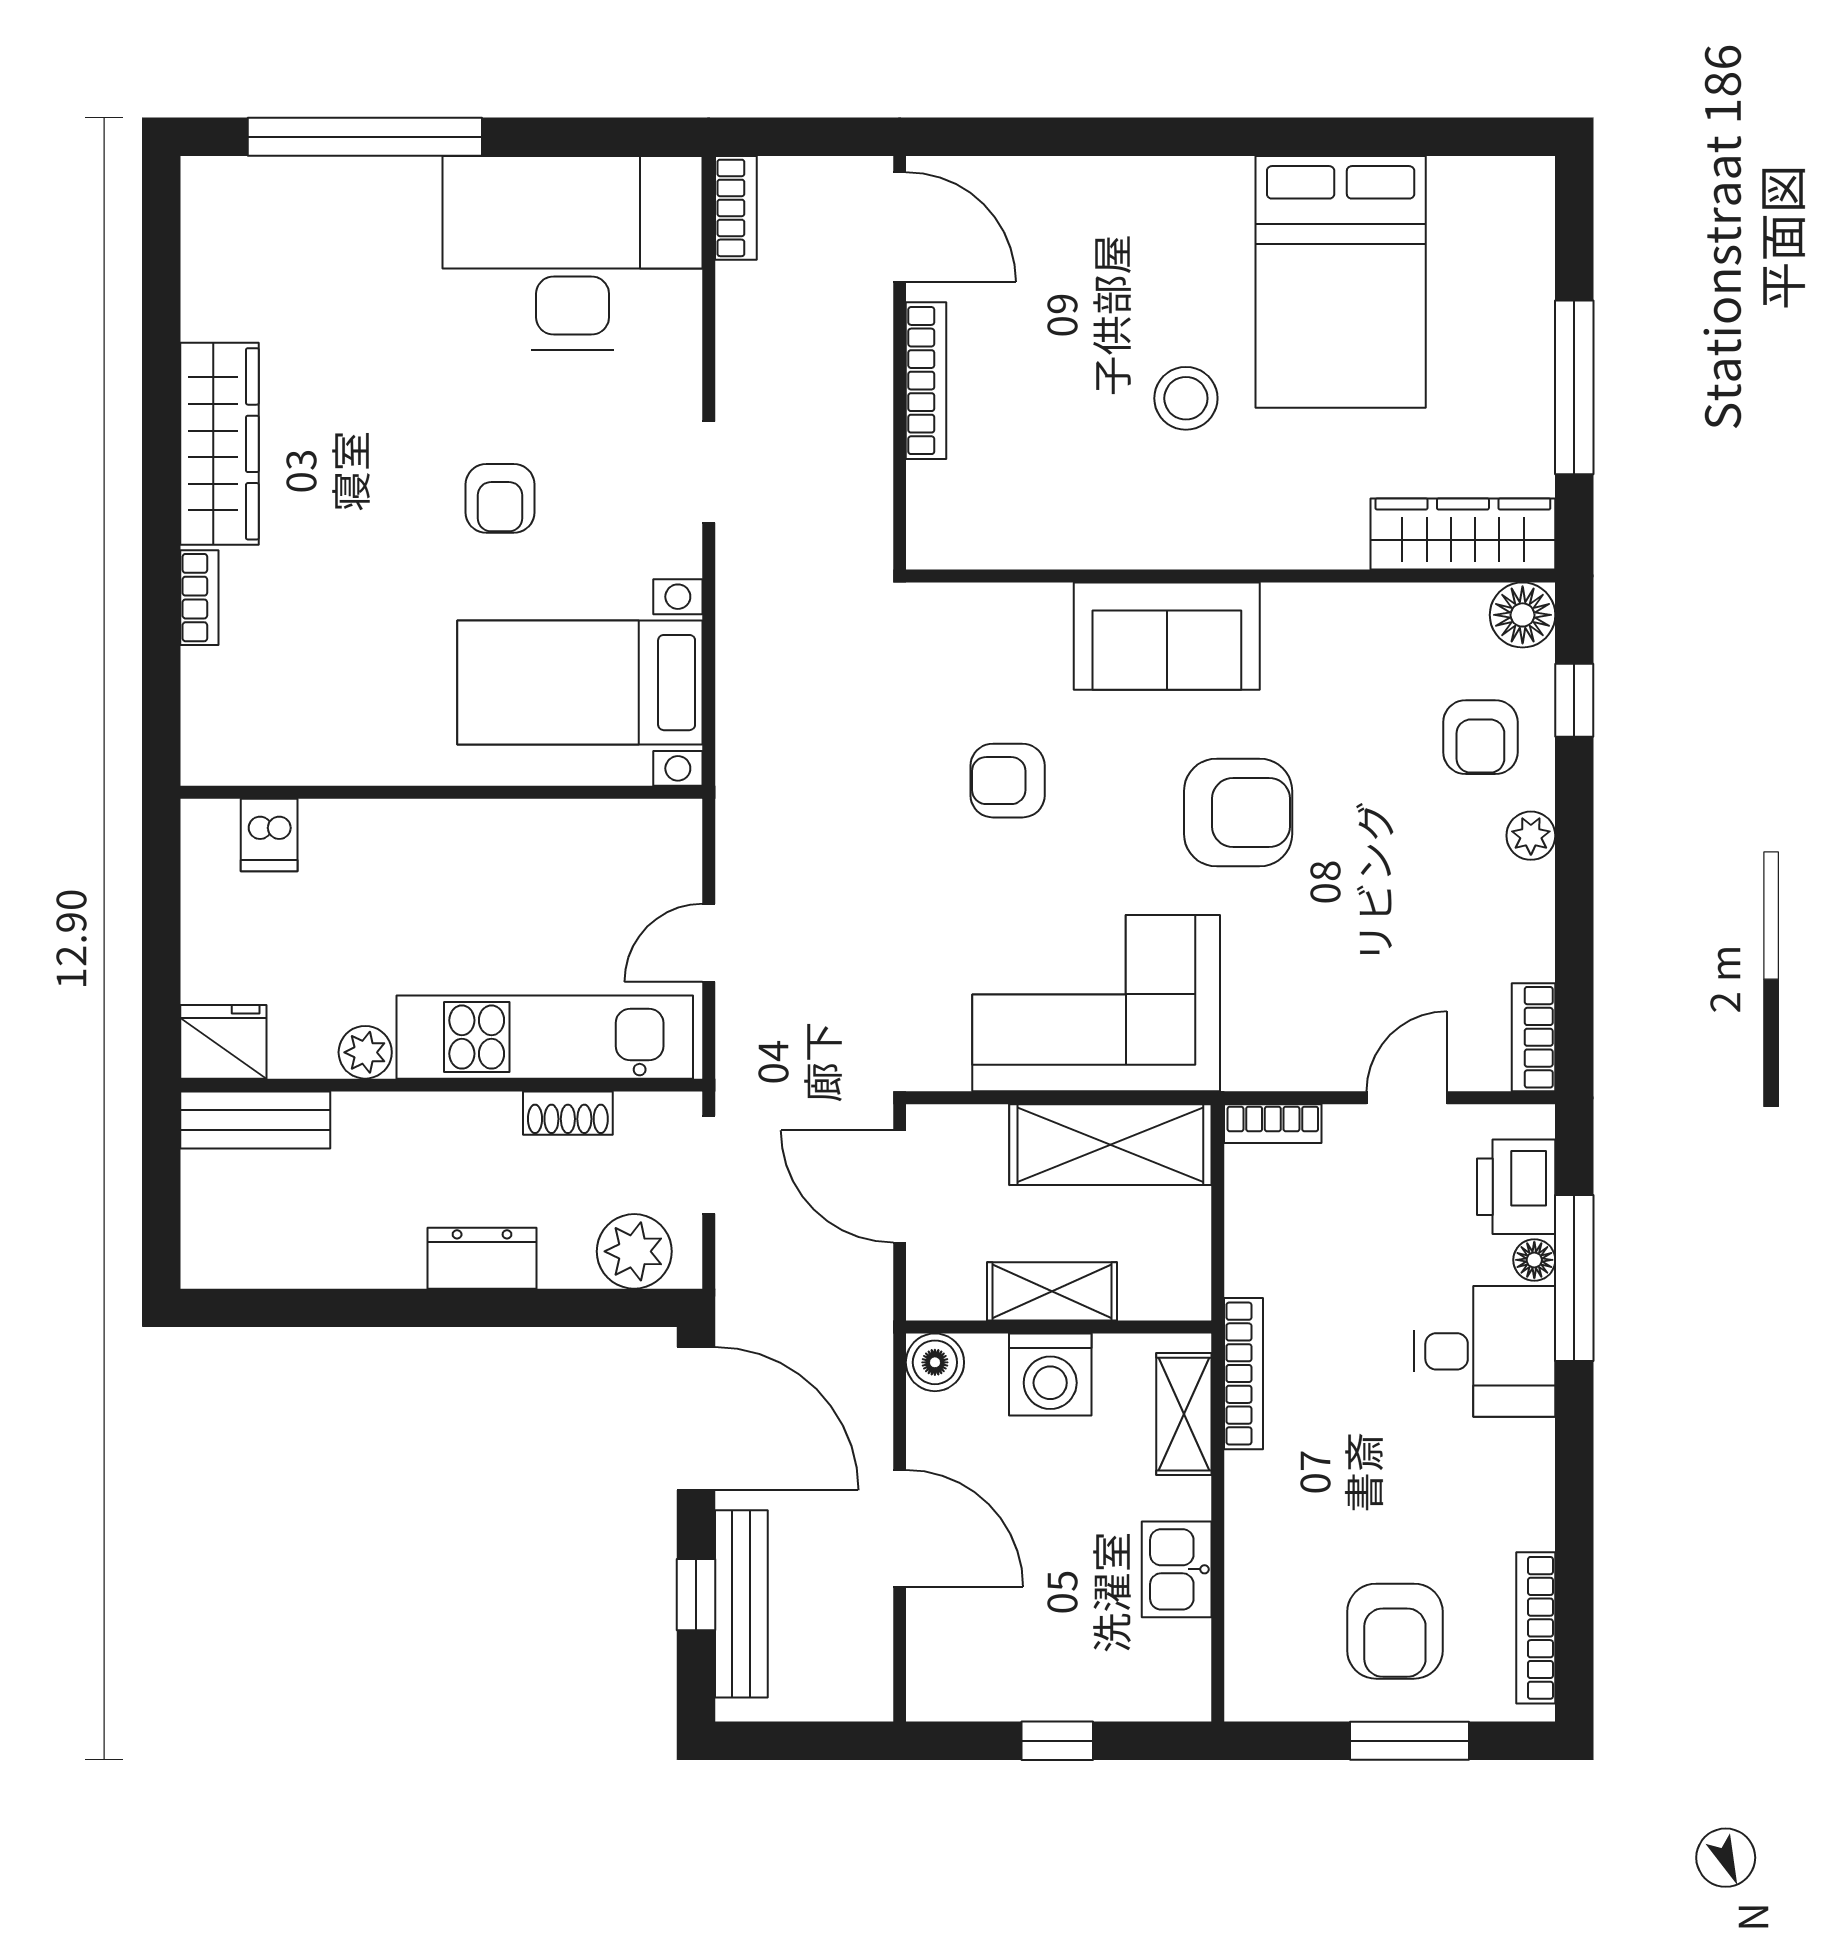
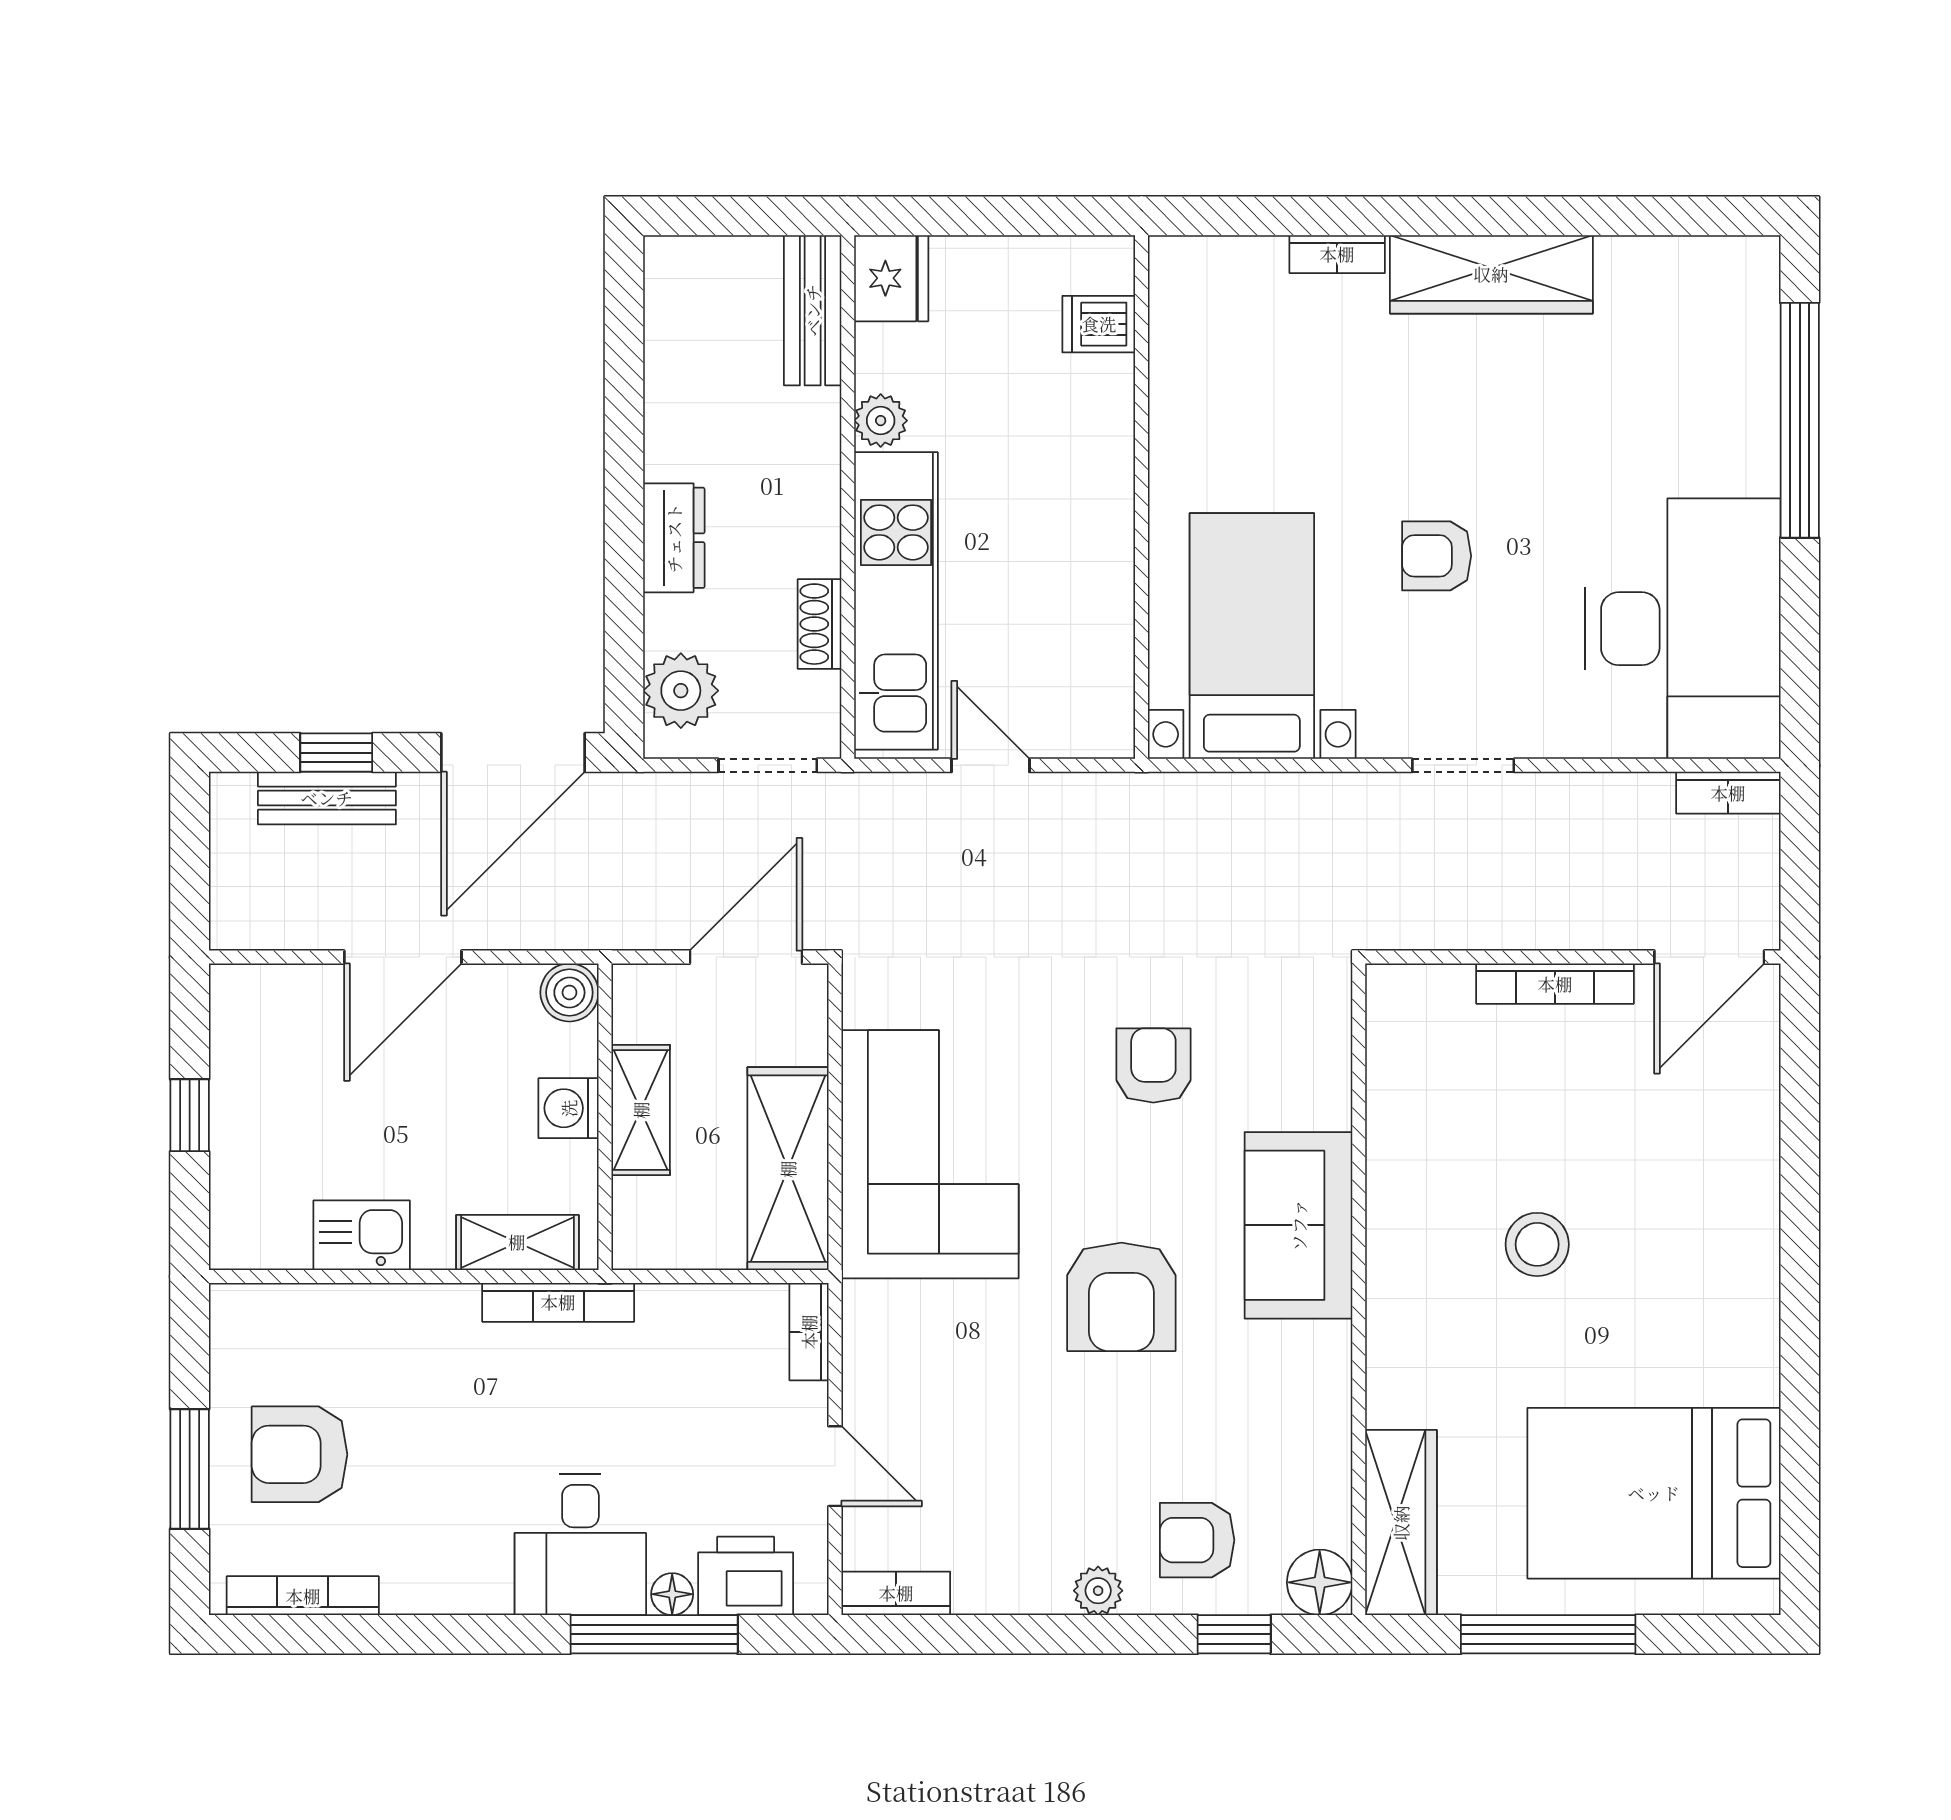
bed: (1341, 282) -> (1654, 1493), moved
washing machine: (1050, 1375) -> (569, 1108), width x0.73, depth x0.73
bench: (741, 1604) -> (327, 798), width x0.73

